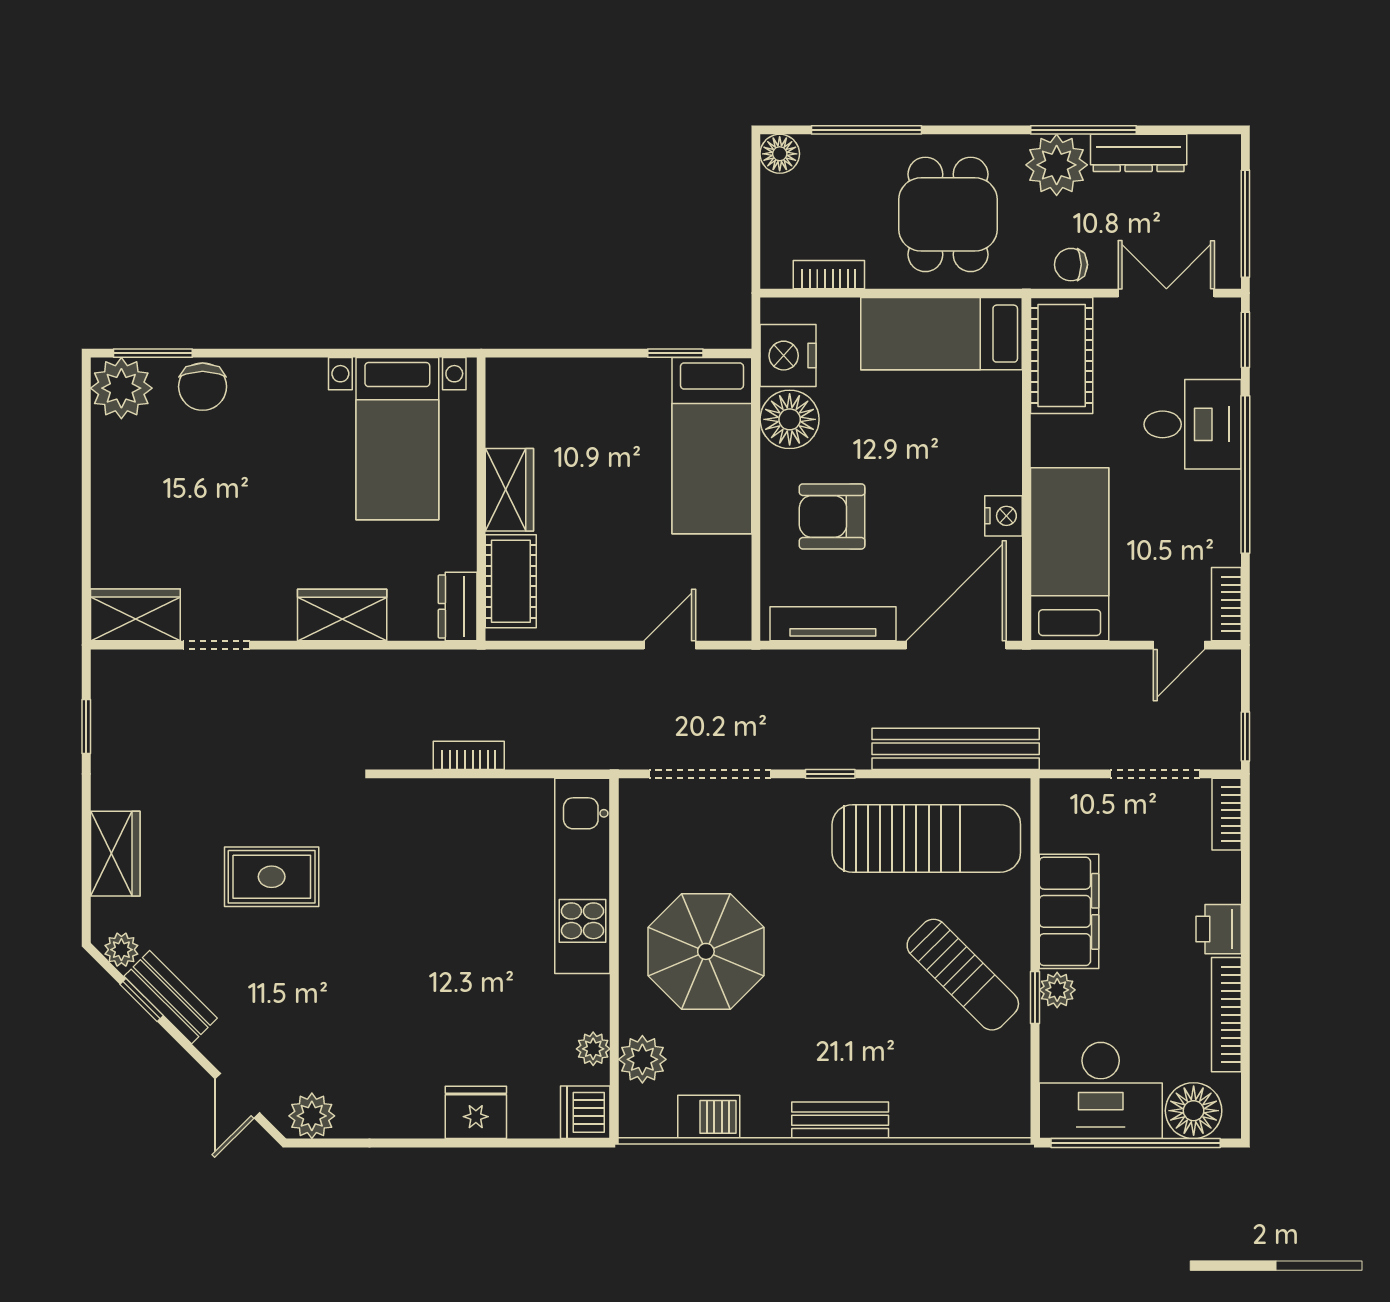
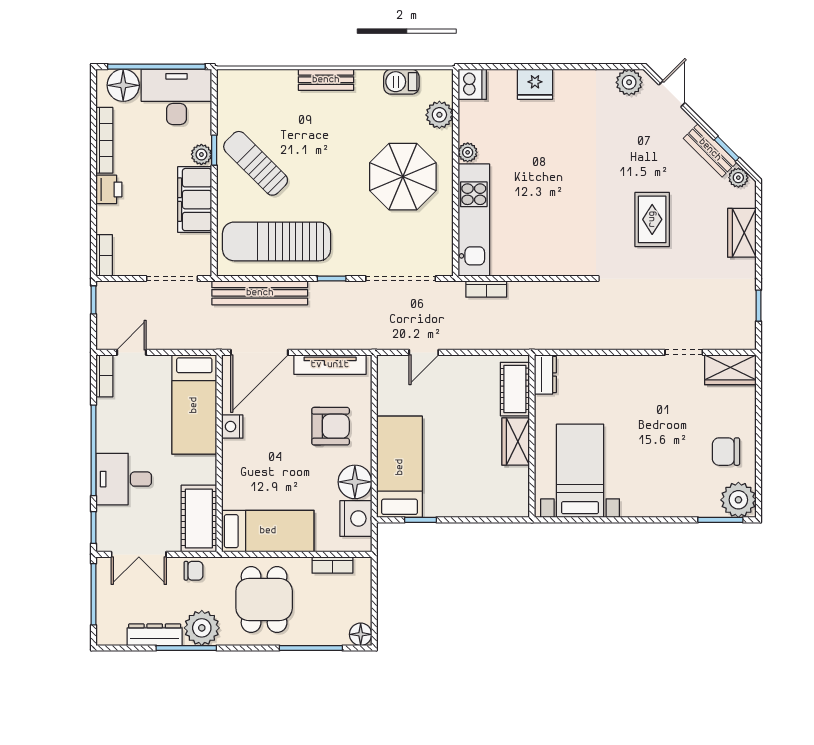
chair: (203, 387) -> (726, 452), moved, turned -90
wardrobe: (342, 615) -> (612, 370), removed
bookcase: (469, 755) -> (486, 289), moved
doorway: (1155, 774) -> (172, 279), moved
rug: (272, 877) -> (652, 219), turned 90
plant: (593, 1049) -> (468, 152), moved

